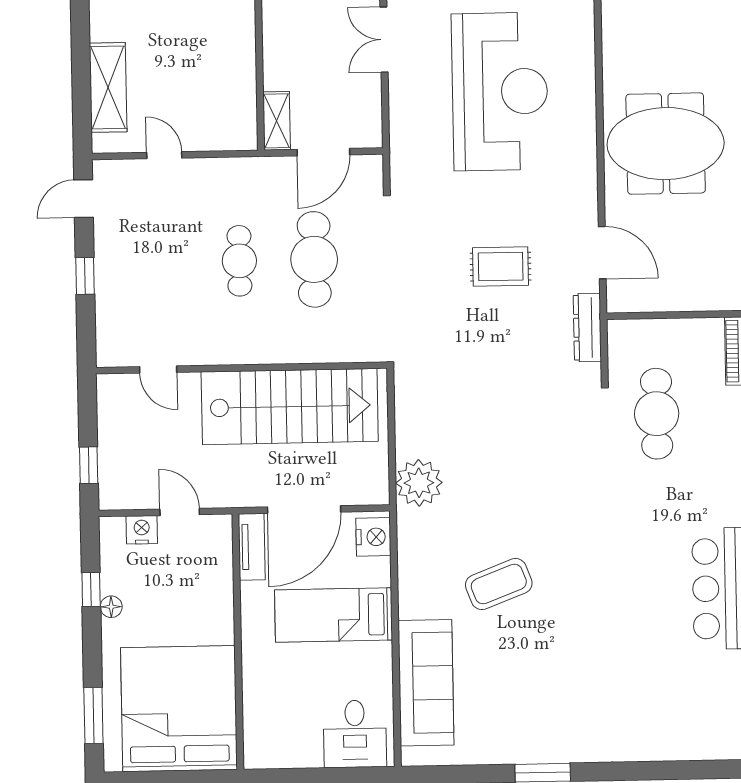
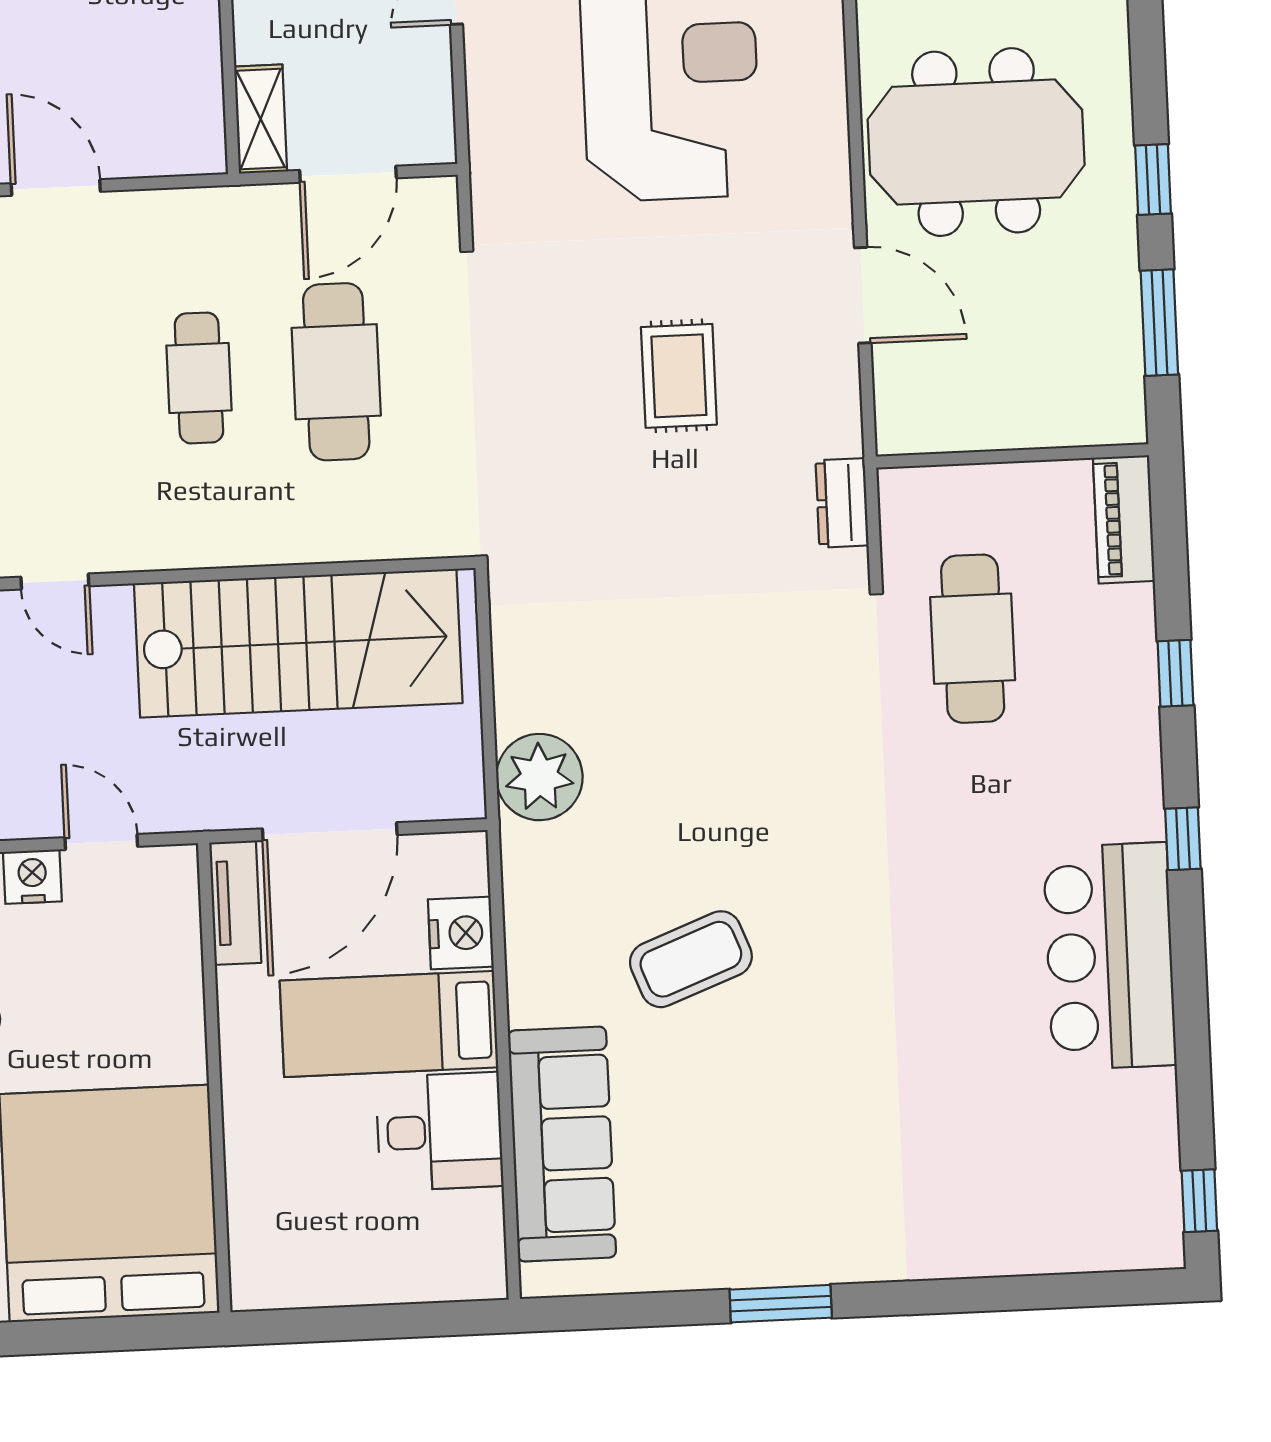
door: (164, 155) -> (56, 188), width x1.38
door: (602, 253) -> (863, 295), moved
rug: (501, 266) -> (679, 376), turned 90
dresser: (587, 328) -> (842, 503), width x0.70
nightstand: (373, 537) -> (461, 933), moved
desk: (355, 734) -> (440, 1132), moved, turned -90

